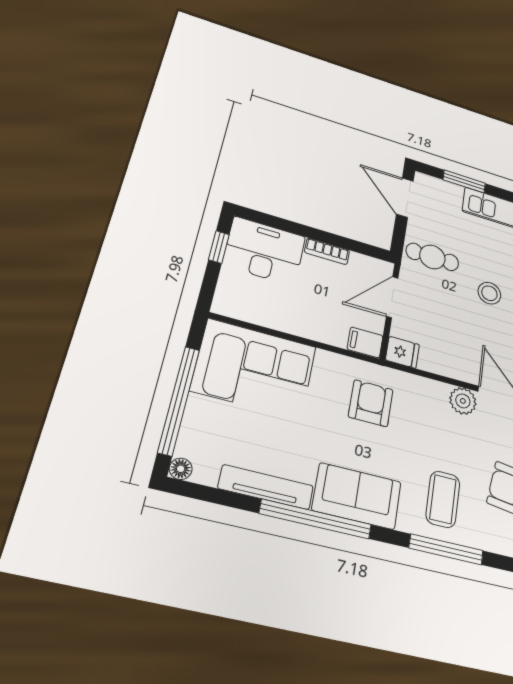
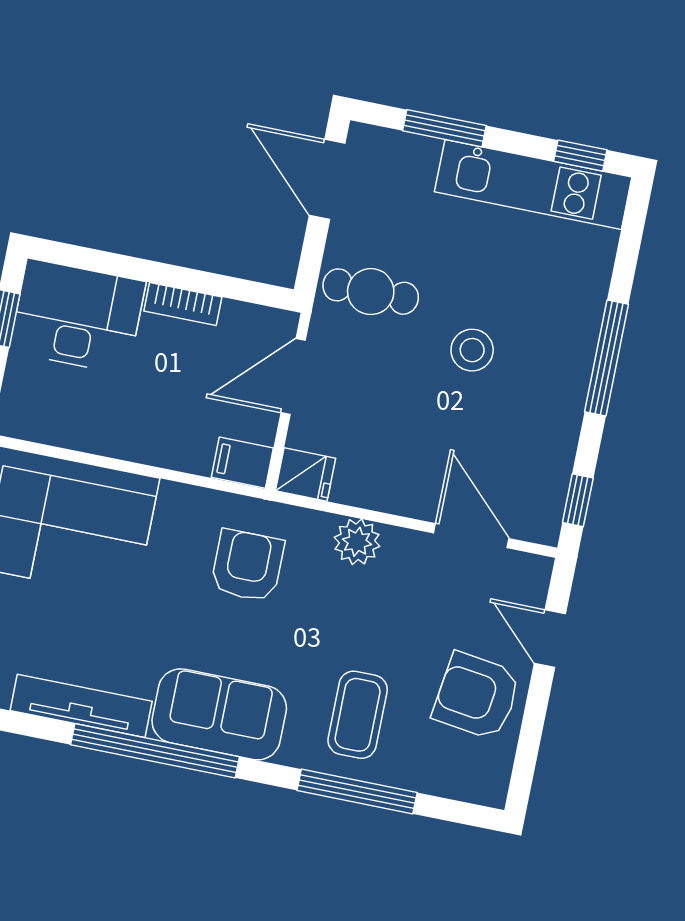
plant: (463, 401) -> (357, 542), moved

